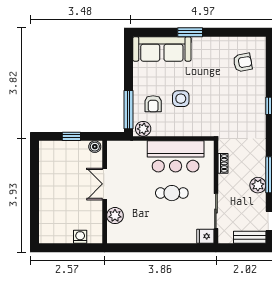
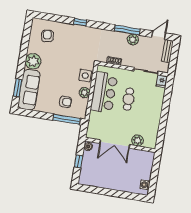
window: (190, 32) -> (18, 88), moved
plant: (203, 48) -> (33, 61), added
side table: (181, 99) -> (85, 76), moved
plant: (143, 129) -> (85, 93), moved
double door: (105, 184) -> (115, 144), width x1.37
washing machine: (80, 237) -> (145, 185), moved

